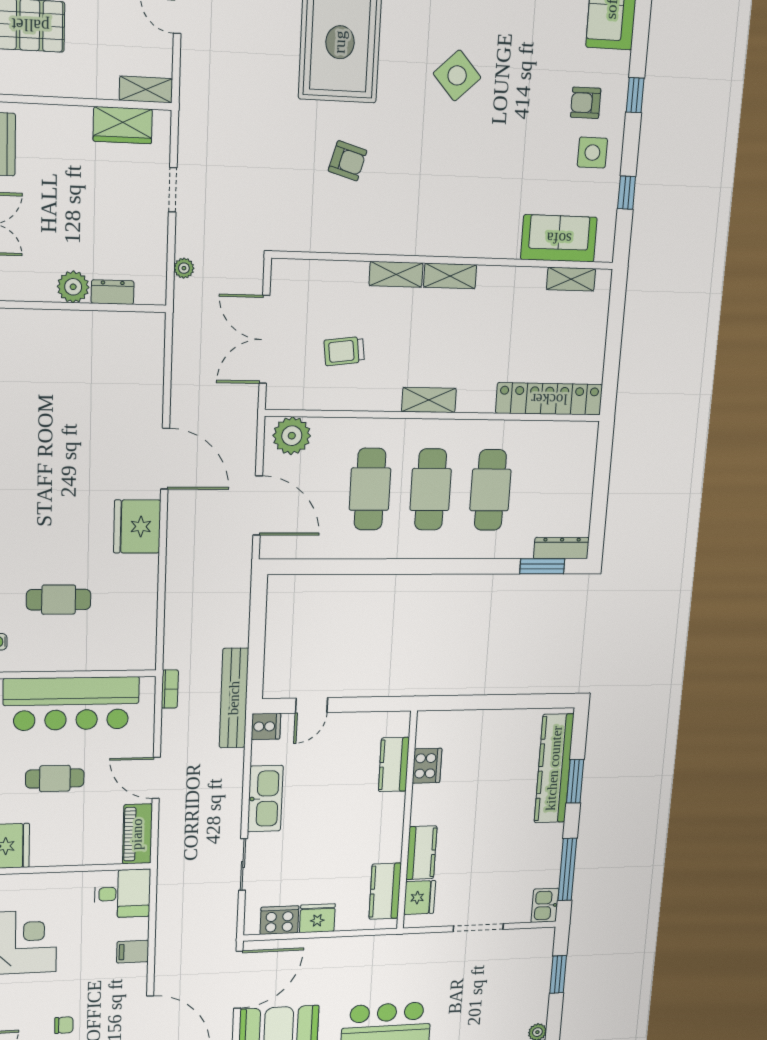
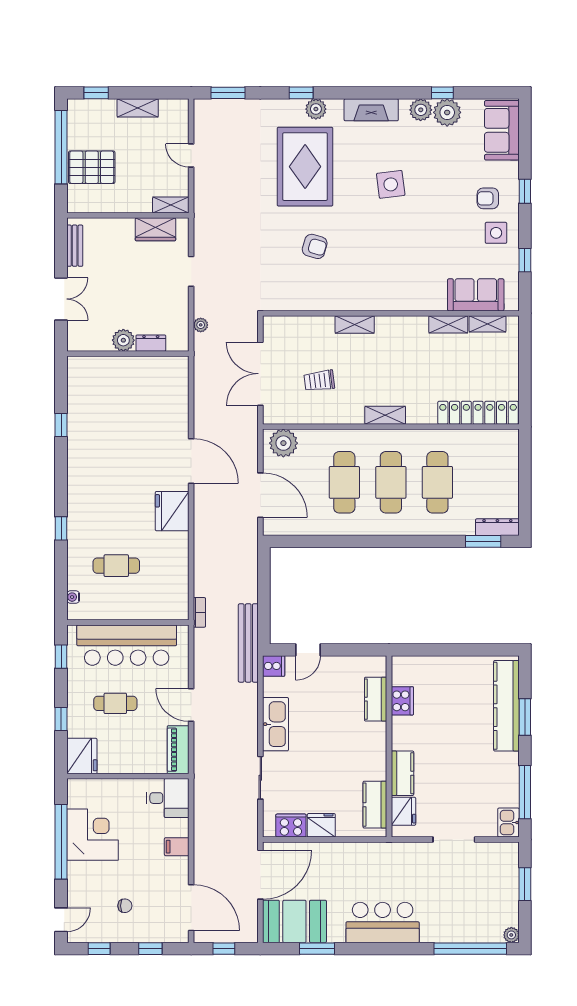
side table: (457, 75) -> (391, 184), turned 36
shelving: (450, 276) -> (448, 324), moved
bookcase: (170, 689) -> (199, 612), moved

